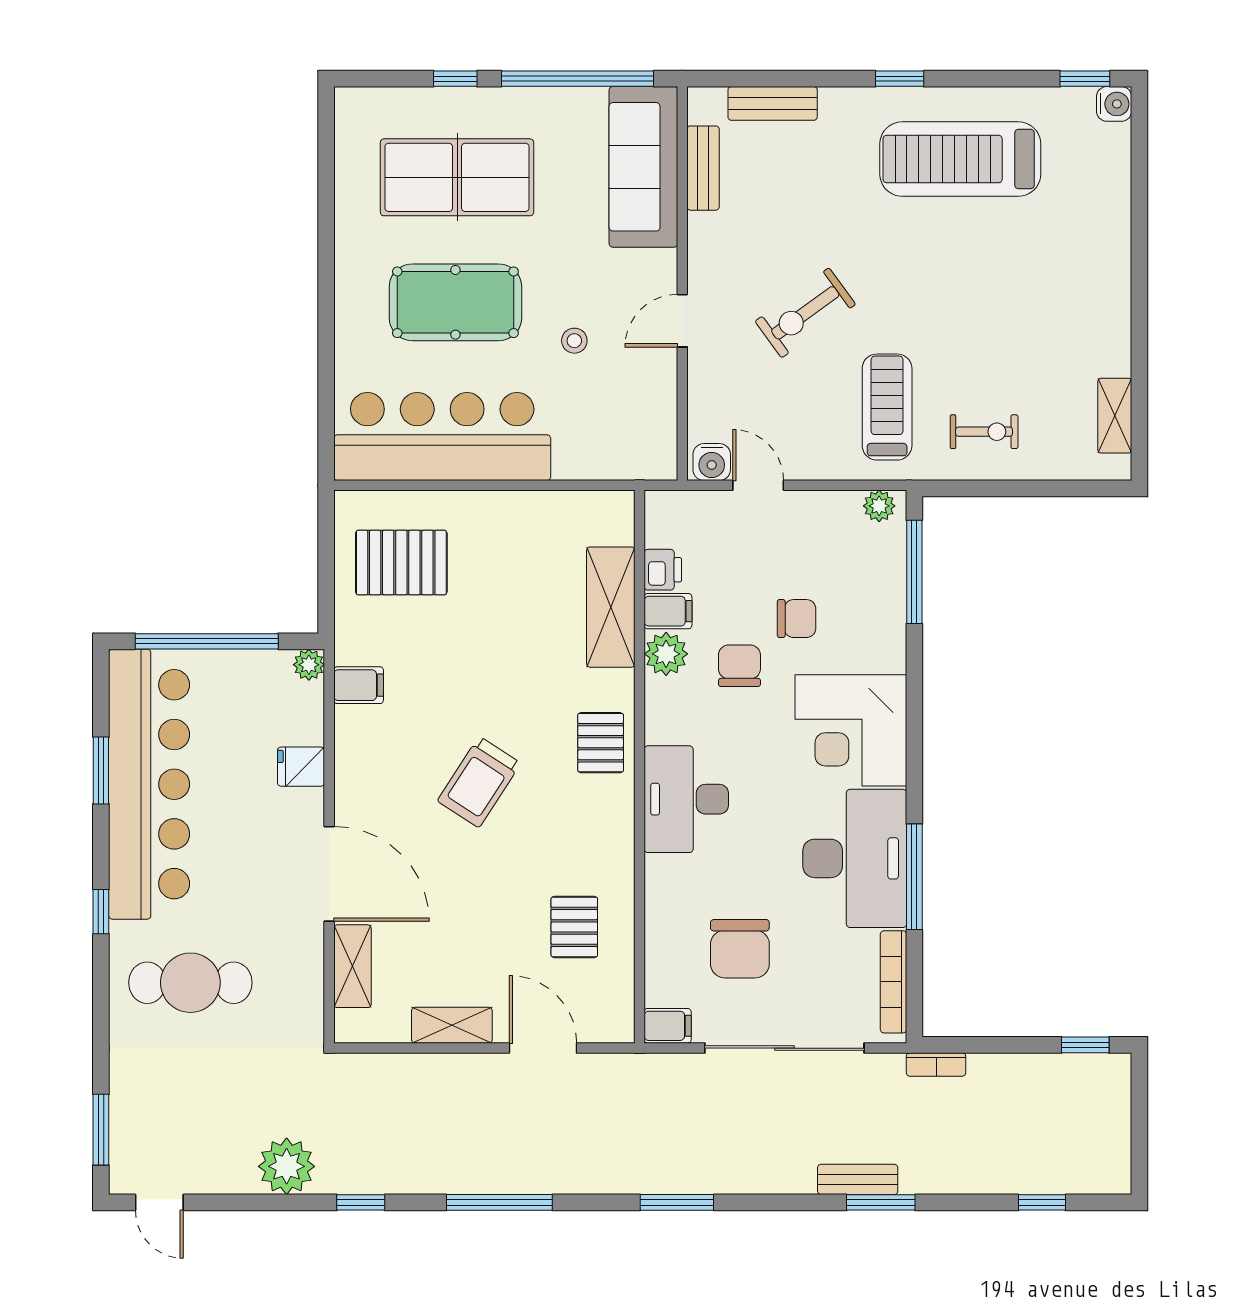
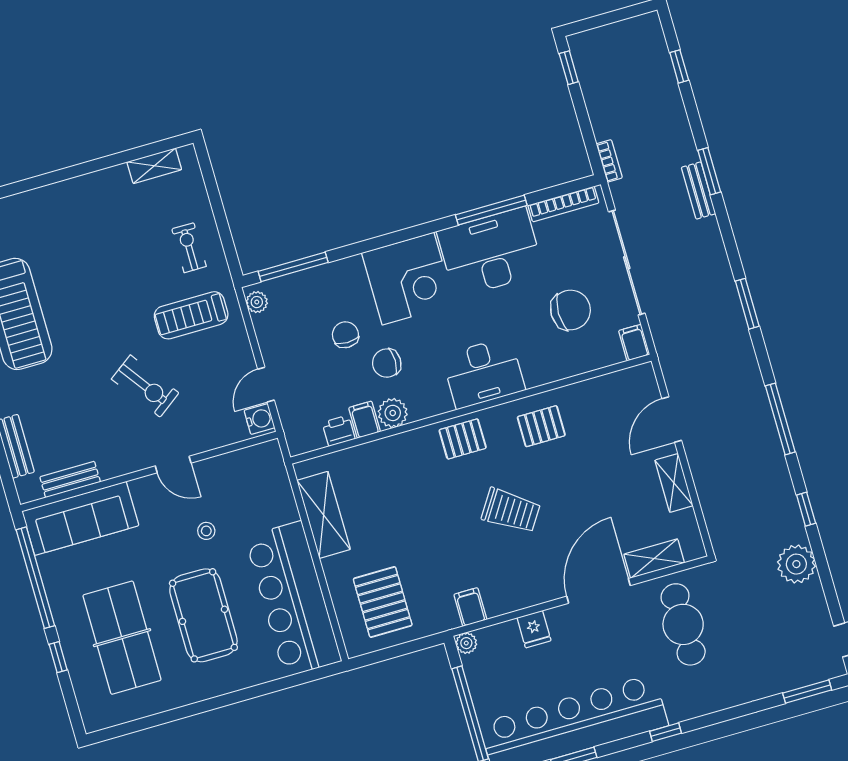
shelving: (611, 607) -> (324, 515), moved, turned 90
pallet: (574, 927) -> (541, 426), moved
cafe table: (190, 983) -> (683, 624), moved

